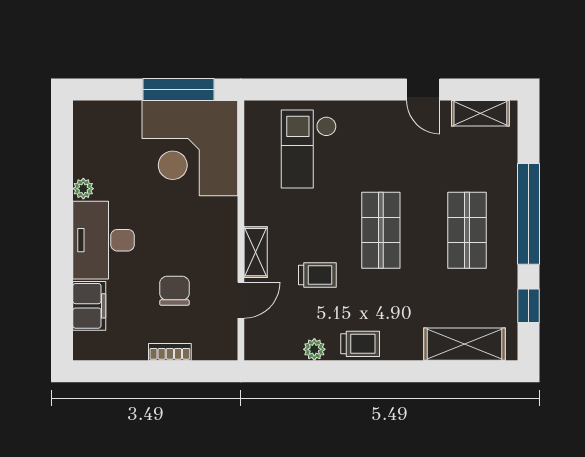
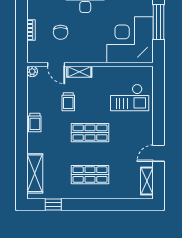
window: (178, 89) -> (158, 22), moved
checkout: (309, 149) -> (130, 98), turned 180
window: (529, 214) -> (98, 204), removed
chair: (175, 291) -> (61, 32), turned 90
plant: (314, 349) -> (32, 71), moved

